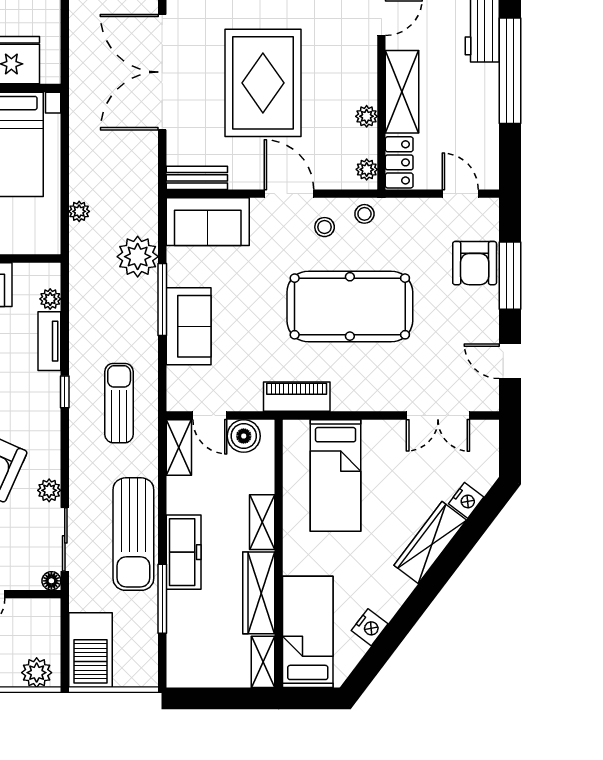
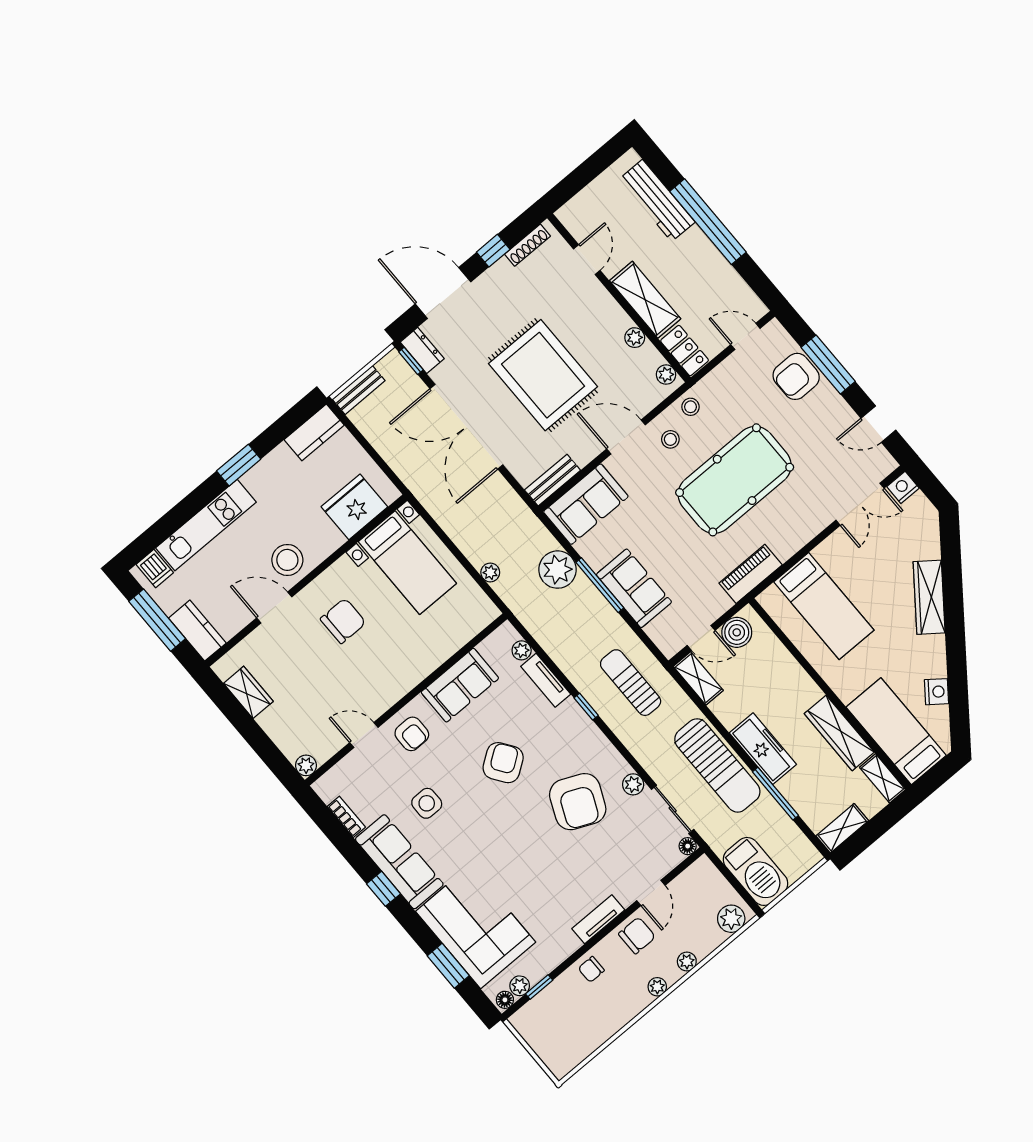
armchair: (475, 263) -> (796, 376), turned 90
nightstand: (466, 500) -> (903, 487), moved, turned -127
shelving: (262, 522) -> (842, 828), moved, turned 90

